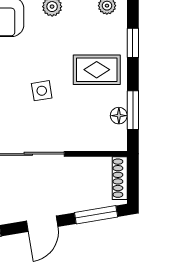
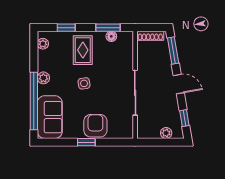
side table: (42, 91) -> (84, 83), moved

